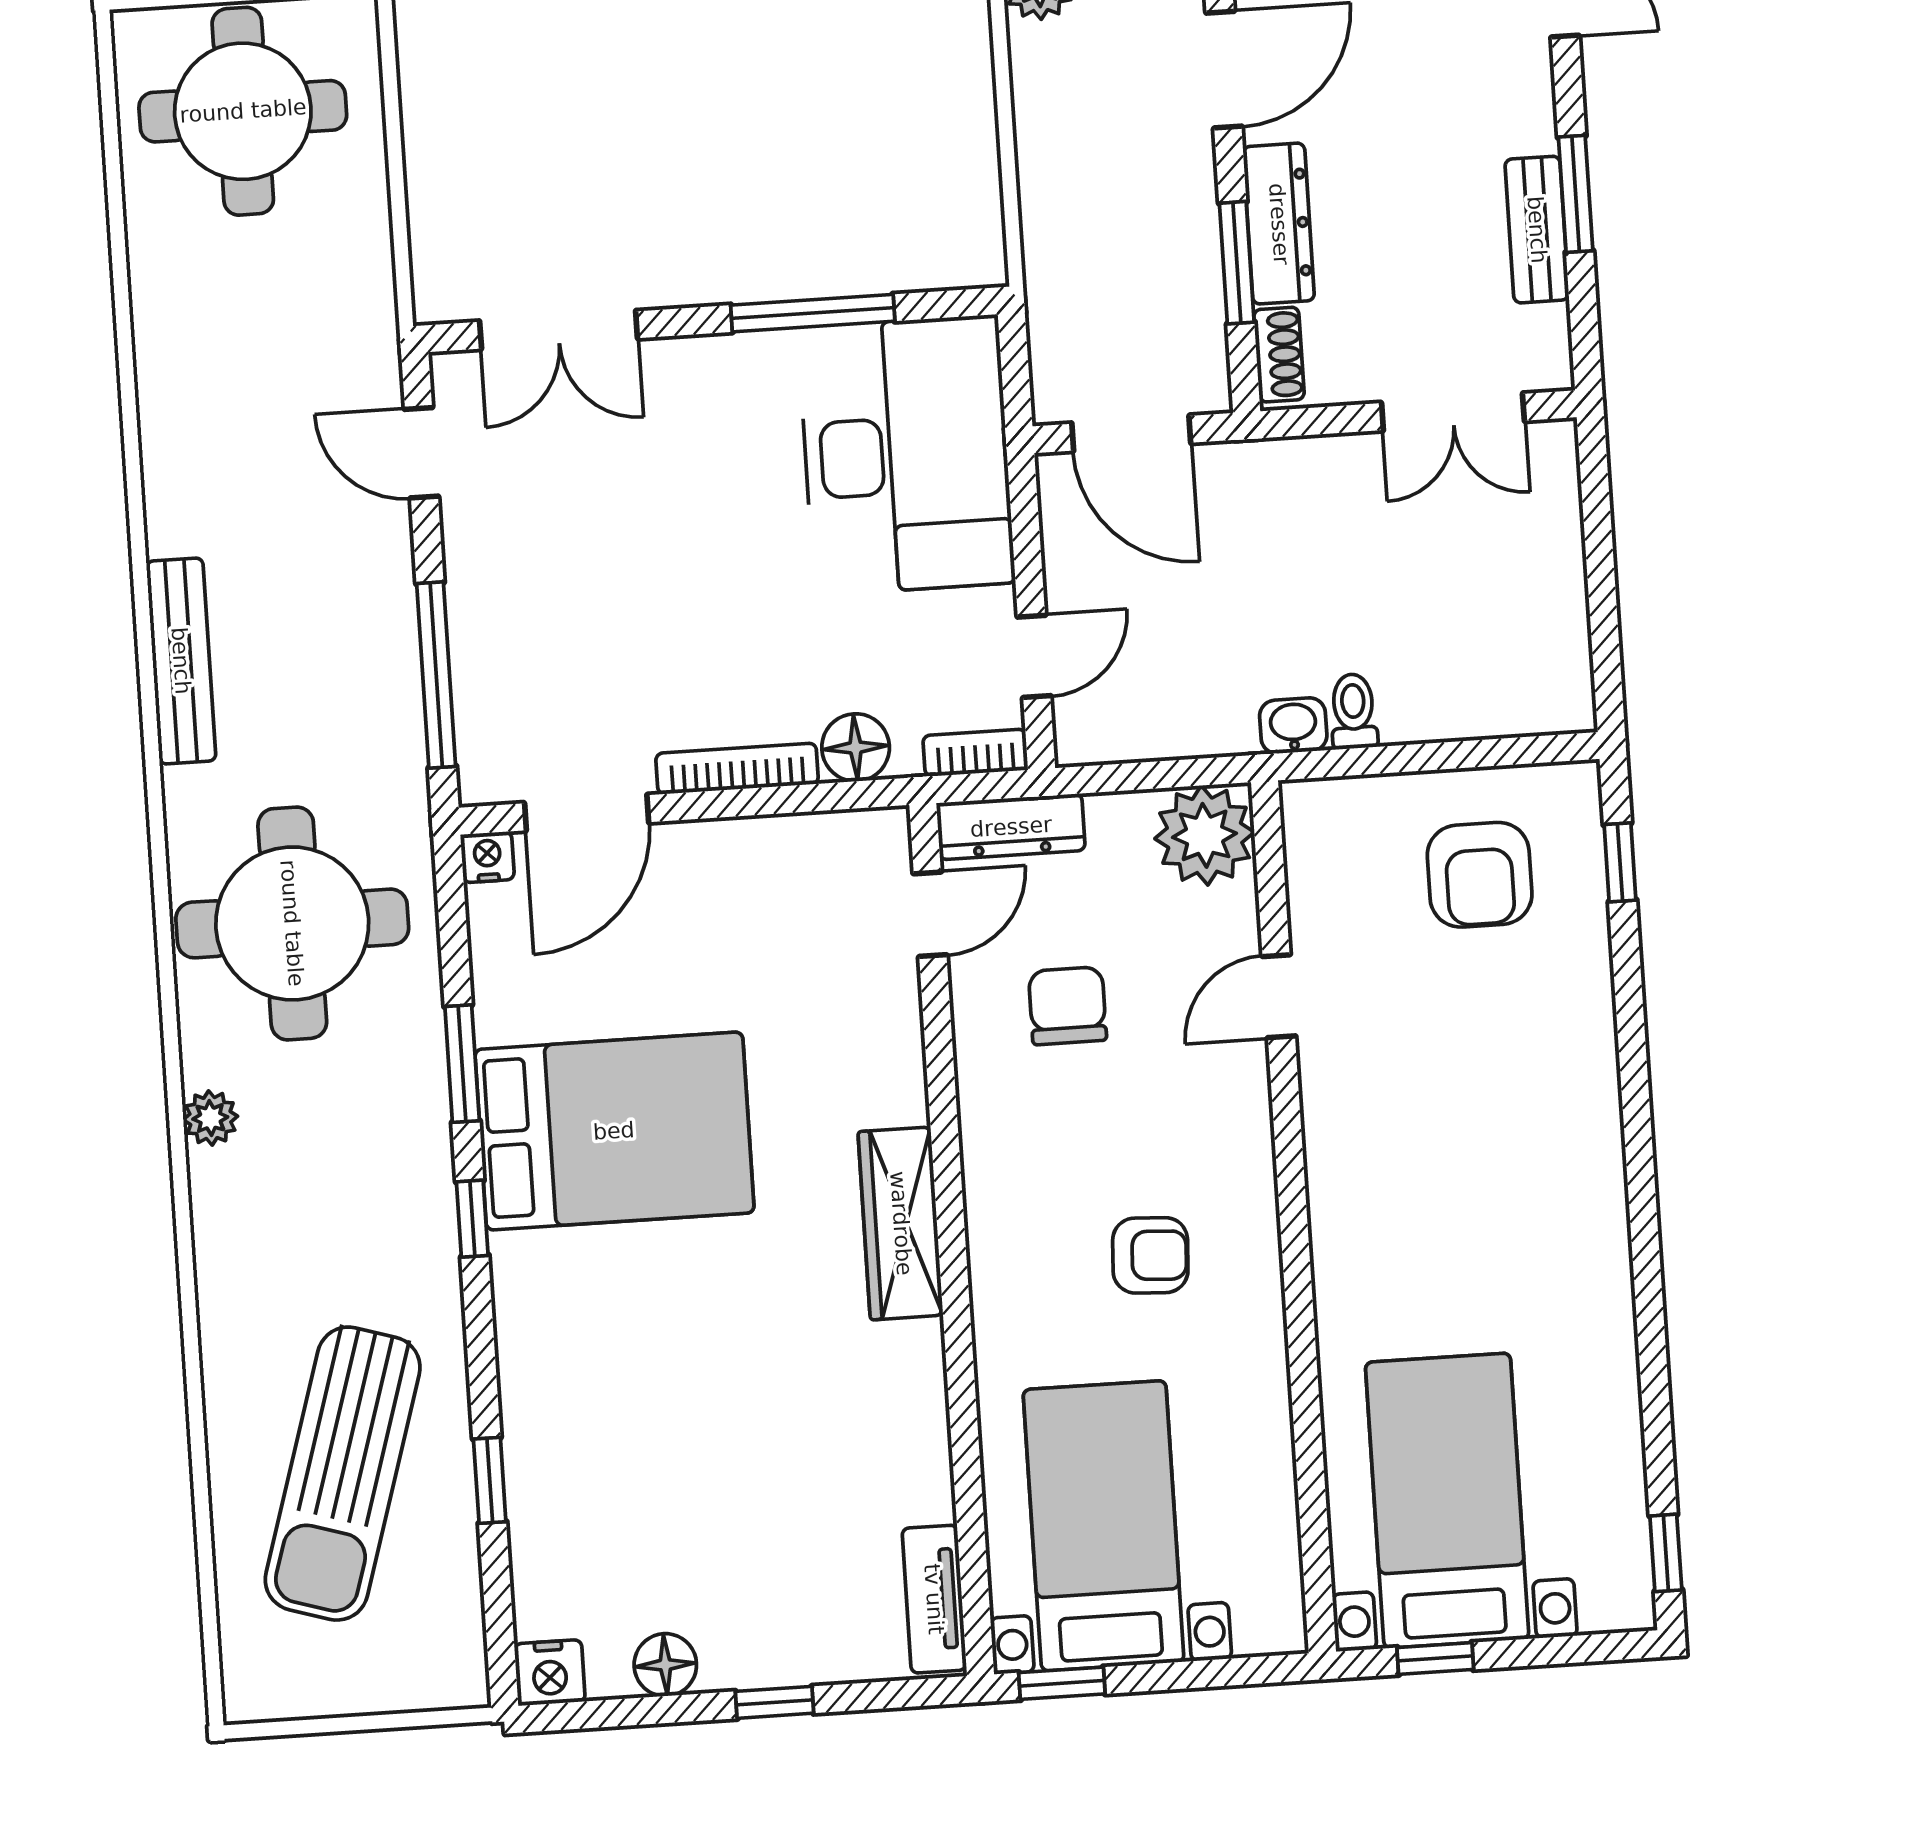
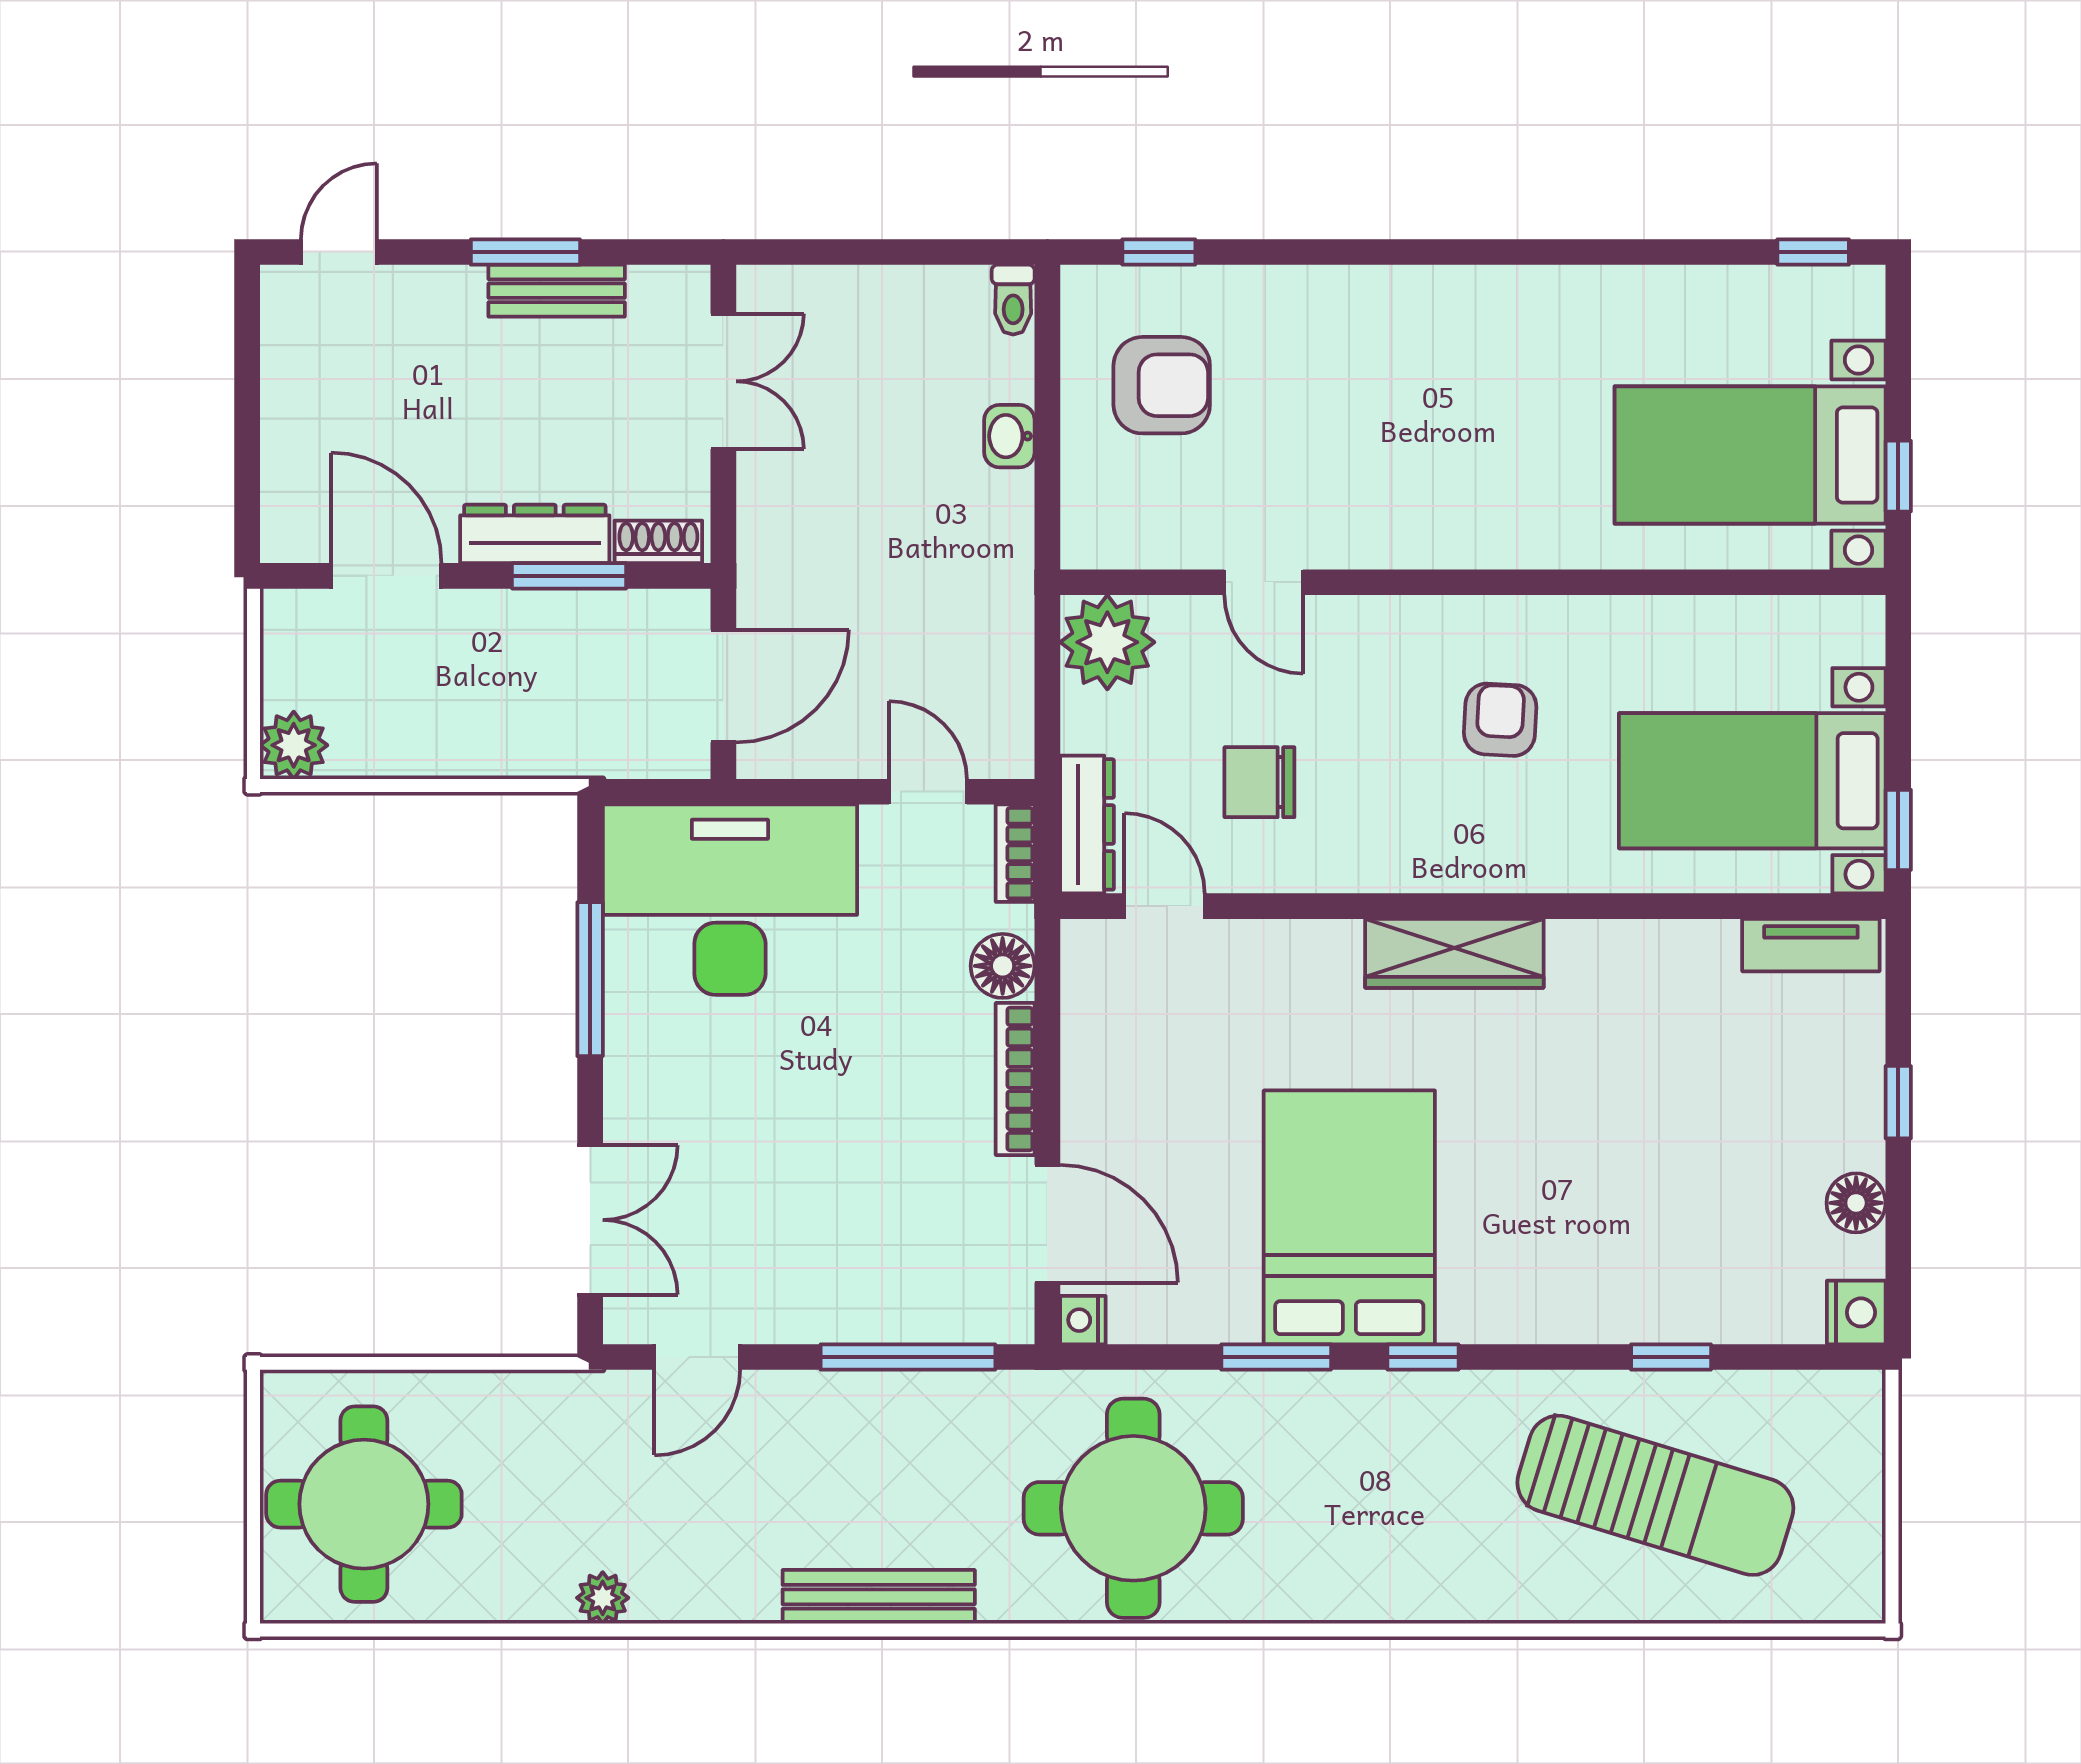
toilet: (1353, 711) -> (1013, 300), moved, turned -90
washbasin: (1293, 726) -> (1009, 436), moved
plant: (210, 1118) -> (603, 1598), moved

